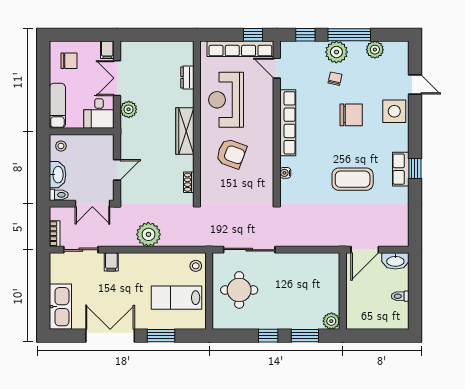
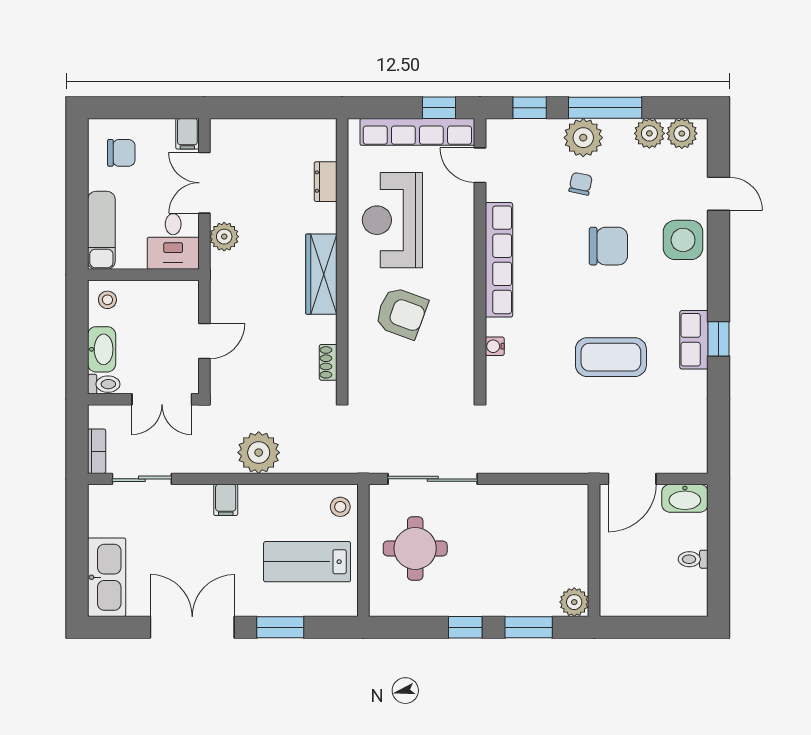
plant: (394, 50) -> (682, 133), added
filing cabinet: (111, 262) -> (226, 500), moved

